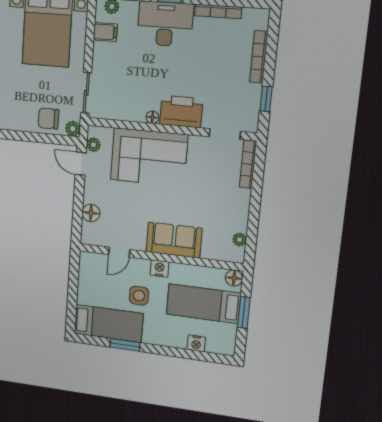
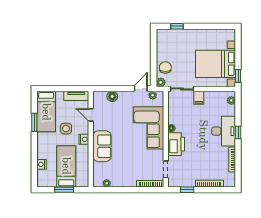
filing cabinet: (105, 32) -> (199, 98), moved
tv unit: (86, 272) -> (76, 96), added
floor lamp: (234, 278) -> (84, 182), removed

